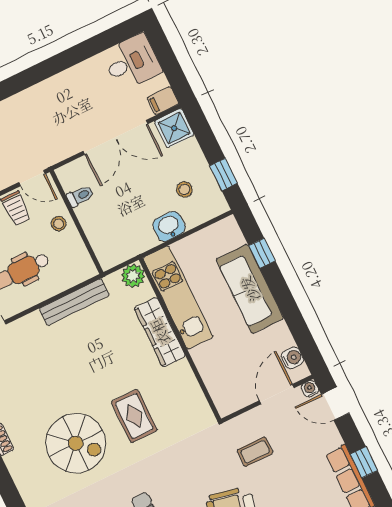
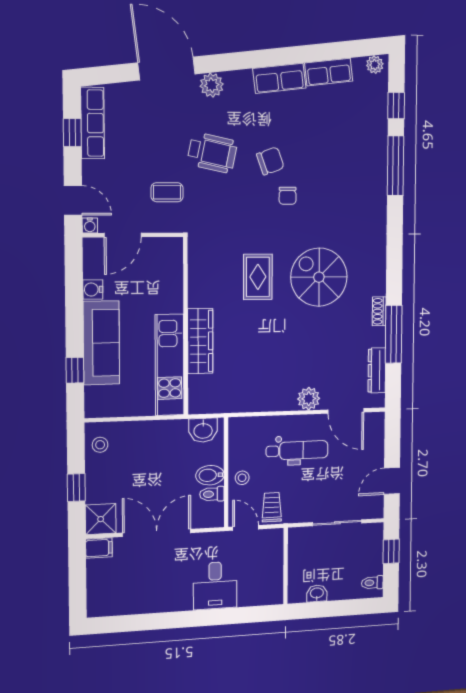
desk: (132, 62) -> (215, 586), moved, turned -90
window: (224, 175) -> (76, 487), moved
stool: (184, 189) -> (100, 445), moved
bidet: (91, 213) -> (210, 475), added
washbasin: (169, 226) -> (203, 430), moved
plant: (133, 276) -> (309, 399), moved
bench: (74, 302) -> (261, 402), removed
water cooler: (292, 358) -> (93, 289), moved

